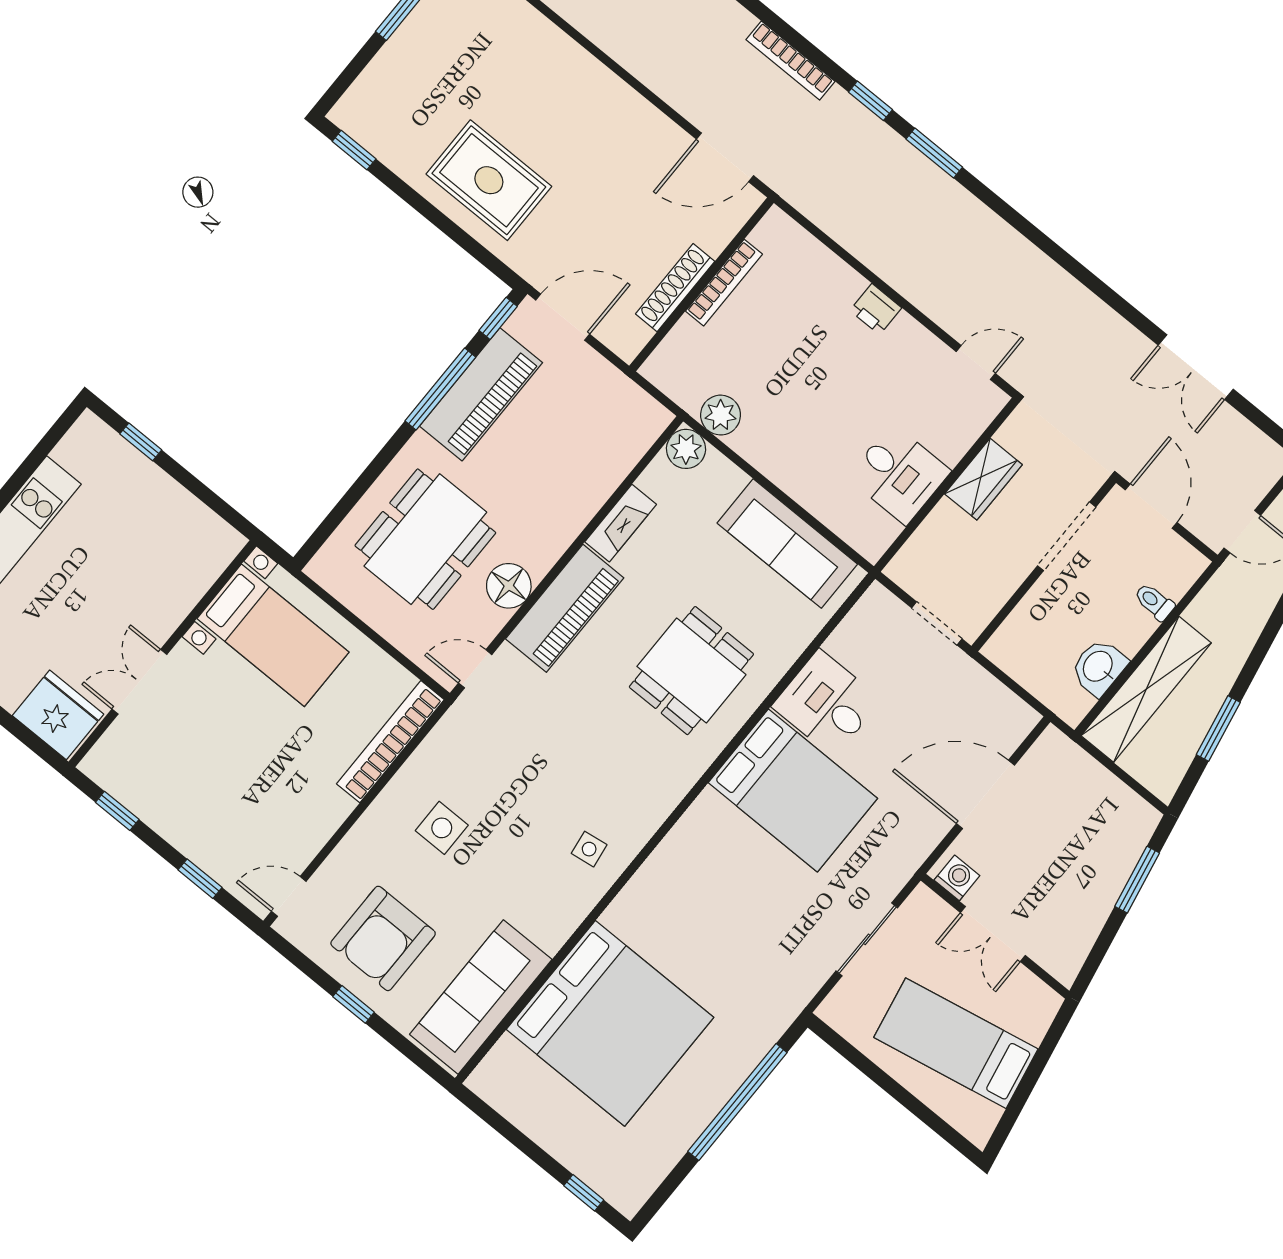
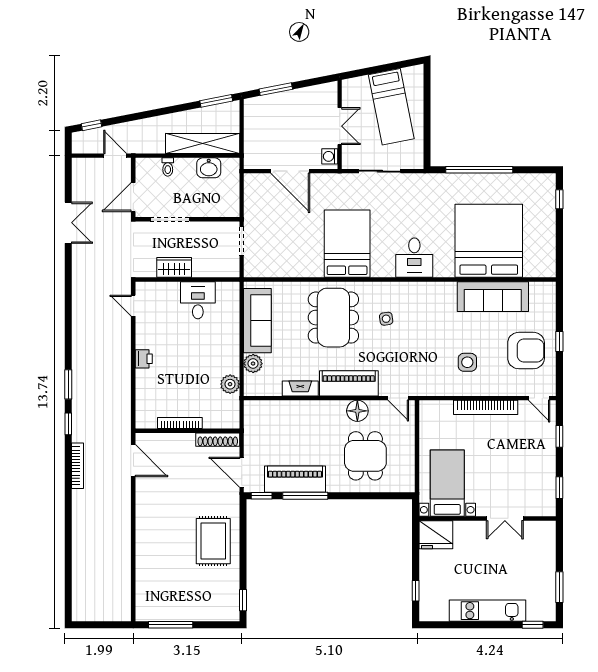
shoe rack: (675, 288) -> (218, 440), moved
plant: (686, 449) -> (253, 364), moved
dining table: (425, 539) -> (365, 456), width x0.73
dining table: (691, 671) -> (333, 318), width x1.38
desk: (827, 703) -> (414, 258), moved
fridge: (58, 715) -> (436, 535), moved, turned -90
window: (1218, 728) -> (216, 101), moved
bookcase: (390, 742) -> (486, 407), moved
side table: (589, 849) -> (386, 319), moved
sofa: (481, 997) -> (493, 297), moved

